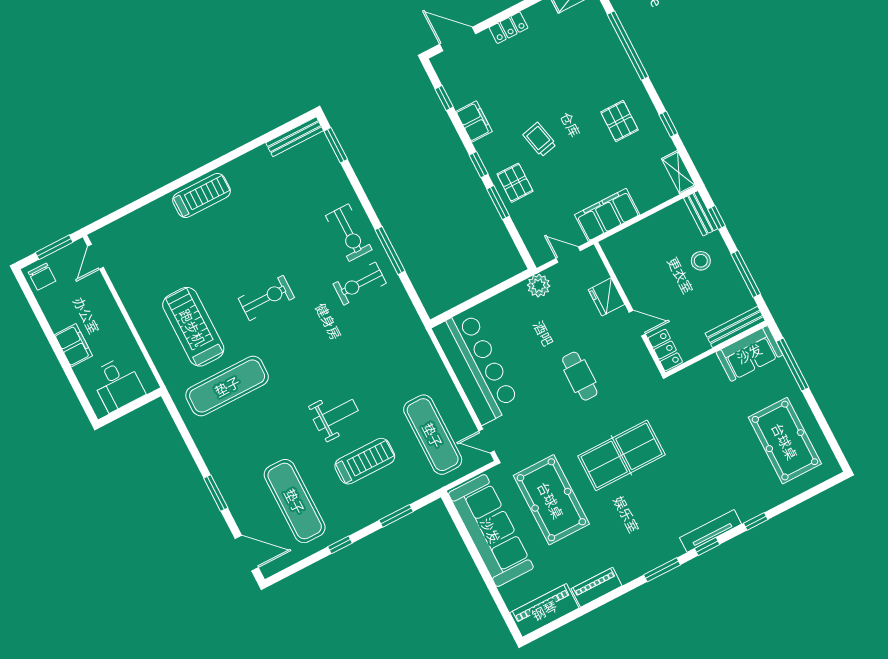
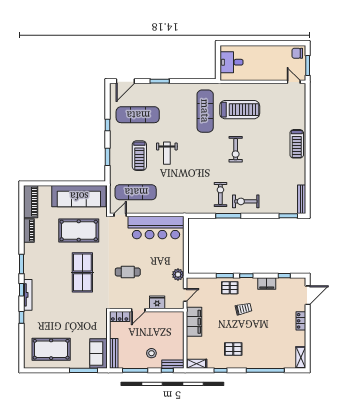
filing cabinet: (73, 345) -> (259, 51), removed

